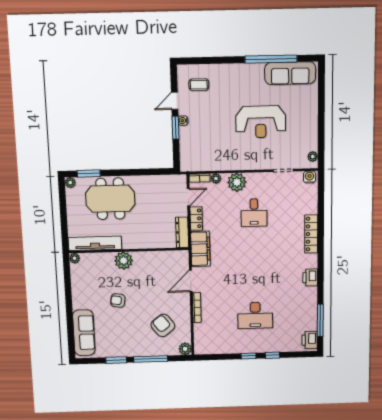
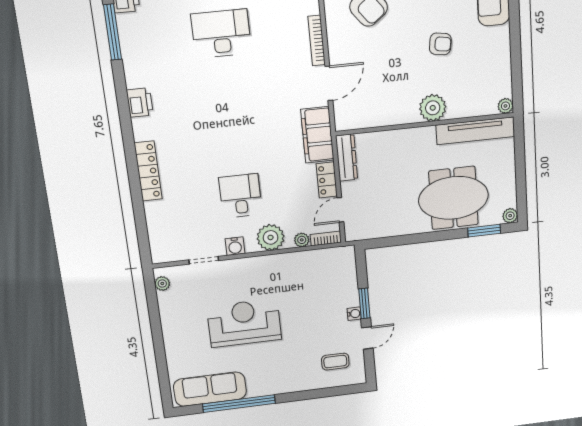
water cooler: (309, 177) -> (235, 246), moved

